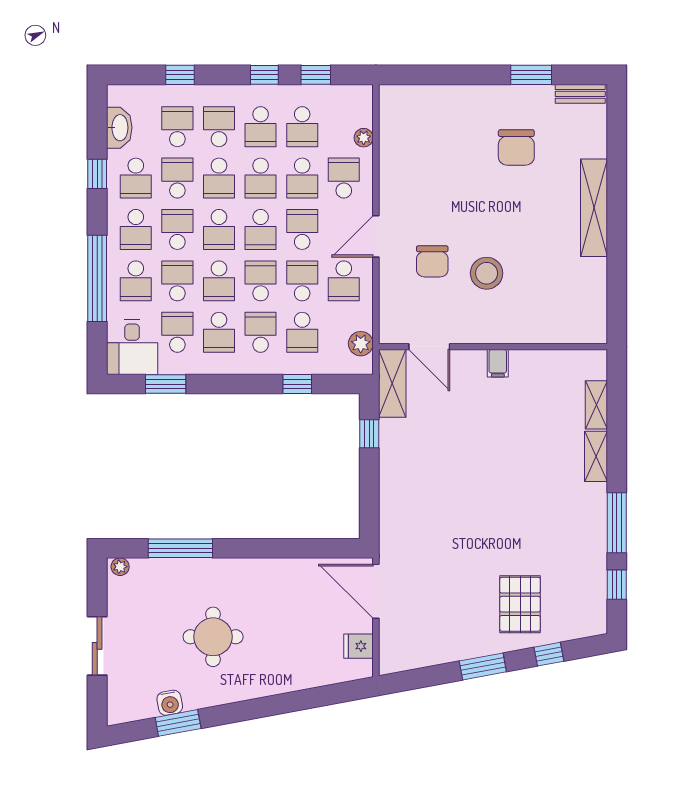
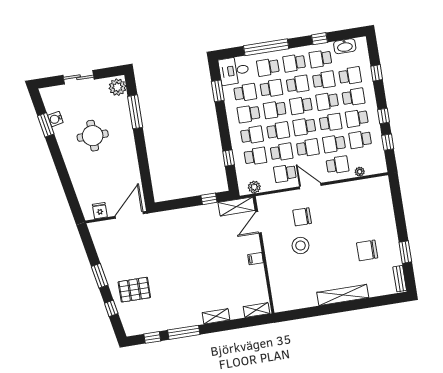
school desk: (261, 178) -> (331, 122), turned 180
school desk: (302, 332) -> (255, 156), turned 180
shelving: (596, 405) -> (256, 310), moved
plant: (120, 567) -> (117, 87), width x1.87, depth x1.87

